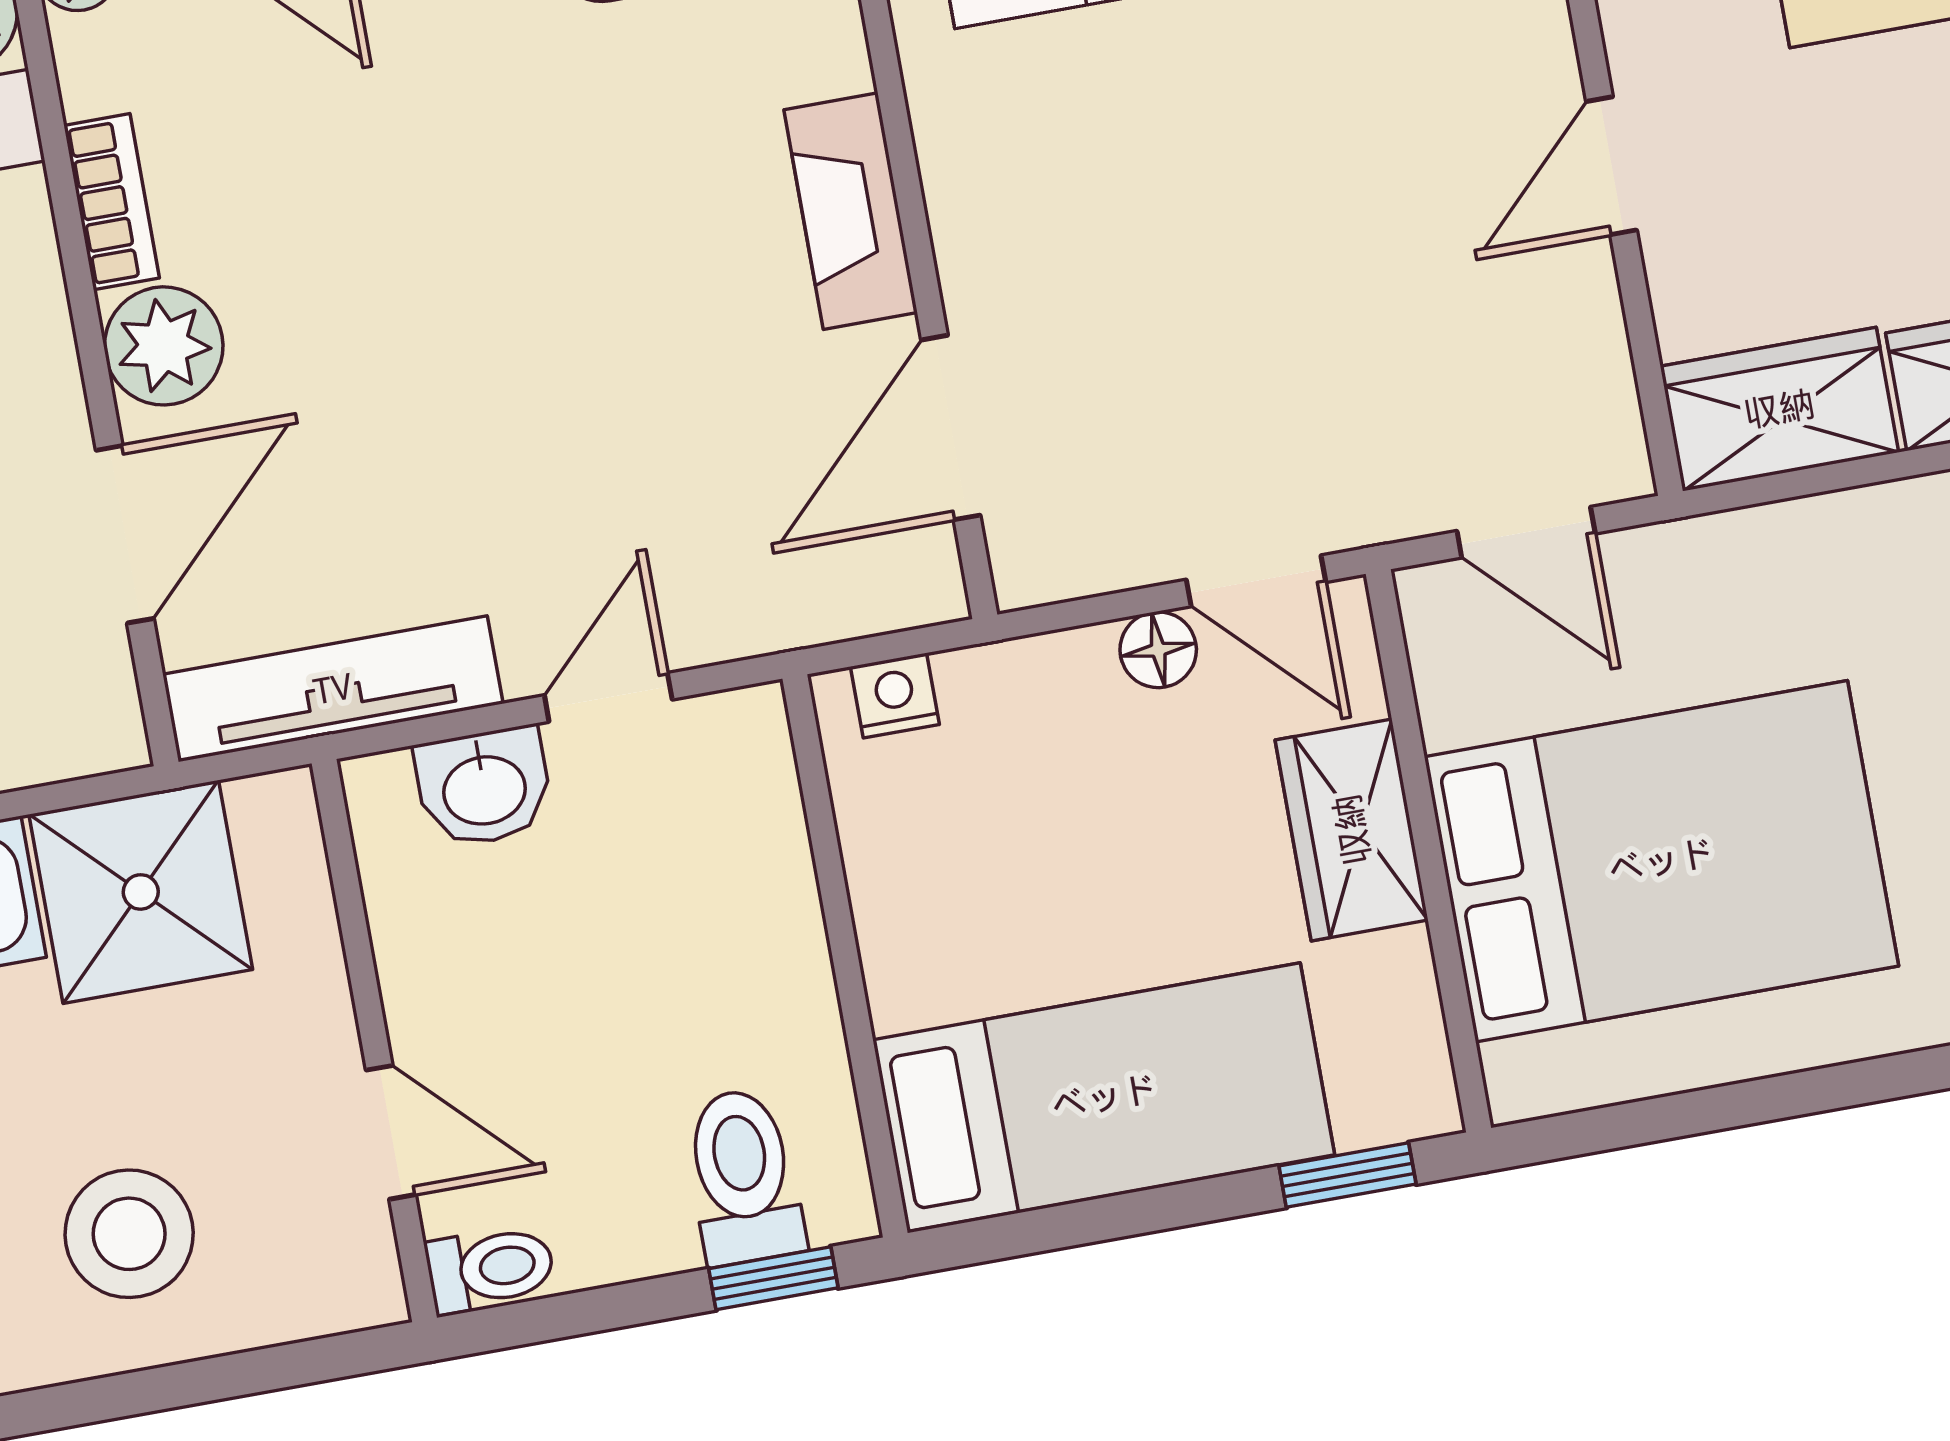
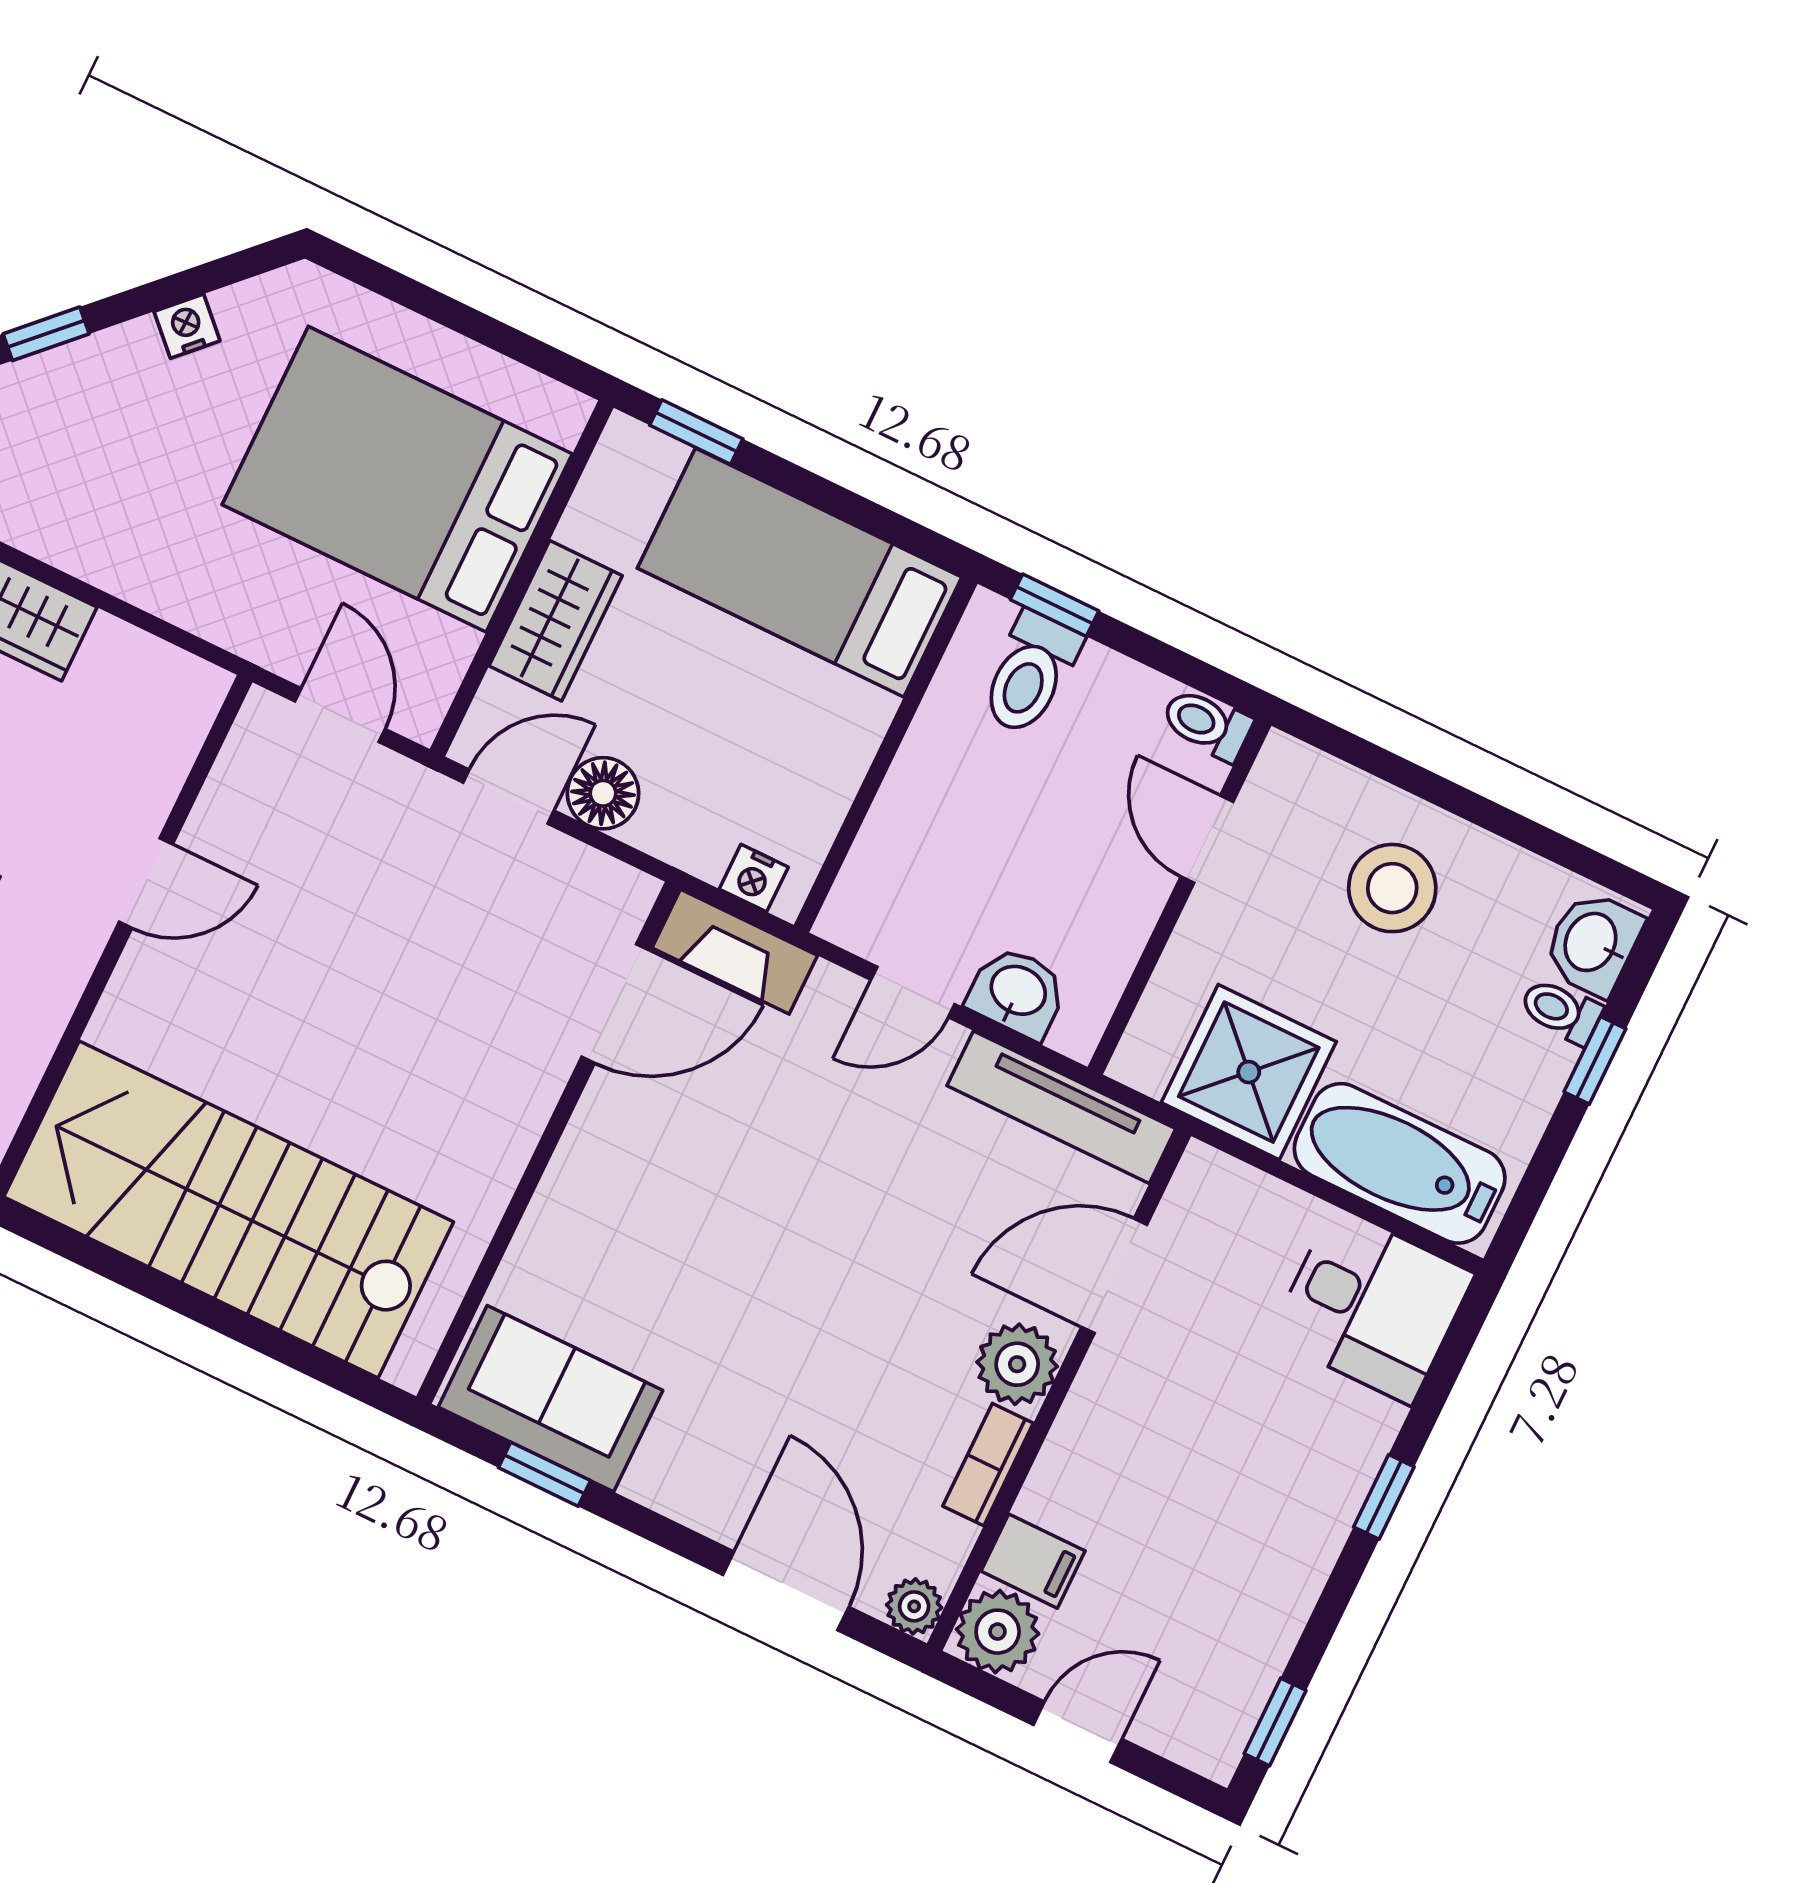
fireplace: (851, 211) -> (735, 952), moved, turned 90
wardrobe: (1779, 409) -> (151, 681), removed
door: (1256, 581) -> (508, 797), hinge flipped
floor lamp: (1158, 650) -> (603, 793), width x1.37, depth x1.37

